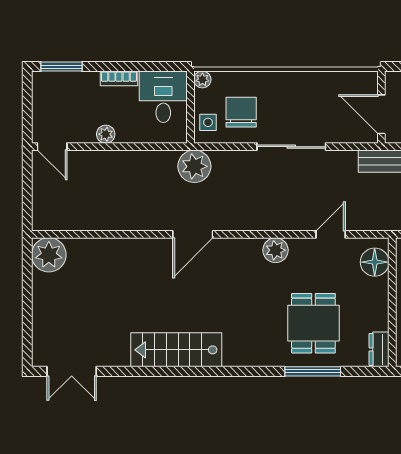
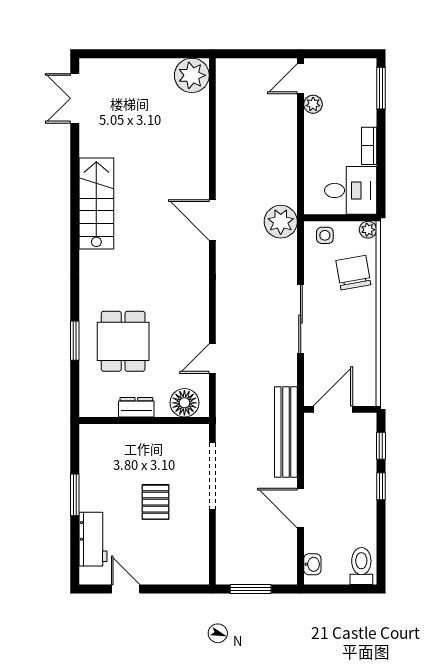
chair: (241, 112) -> (353, 273), moved, turned -100
plant: (106, 134) -> (313, 104), moved
door: (331, 234) -> (212, 359), swing flipped
plant: (276, 250) -> (196, 303), removed
dining table: (313, 323) -> (123, 341), turned 90
dresser: (379, 349) -> (136, 407), moved
window: (313, 371) -> (75, 341), width x0.69

